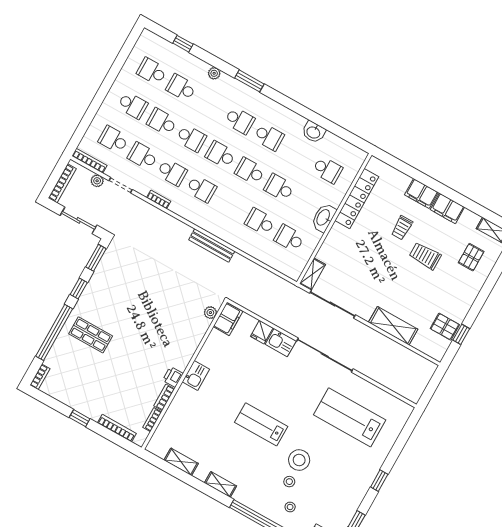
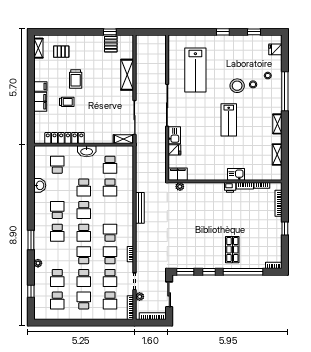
school desk: (240, 121) -> (57, 233), turned 180
filing cabinet: (447, 208) -> (40, 86), width x0.50
kitchen sink: (196, 376) -> (236, 174), moved

